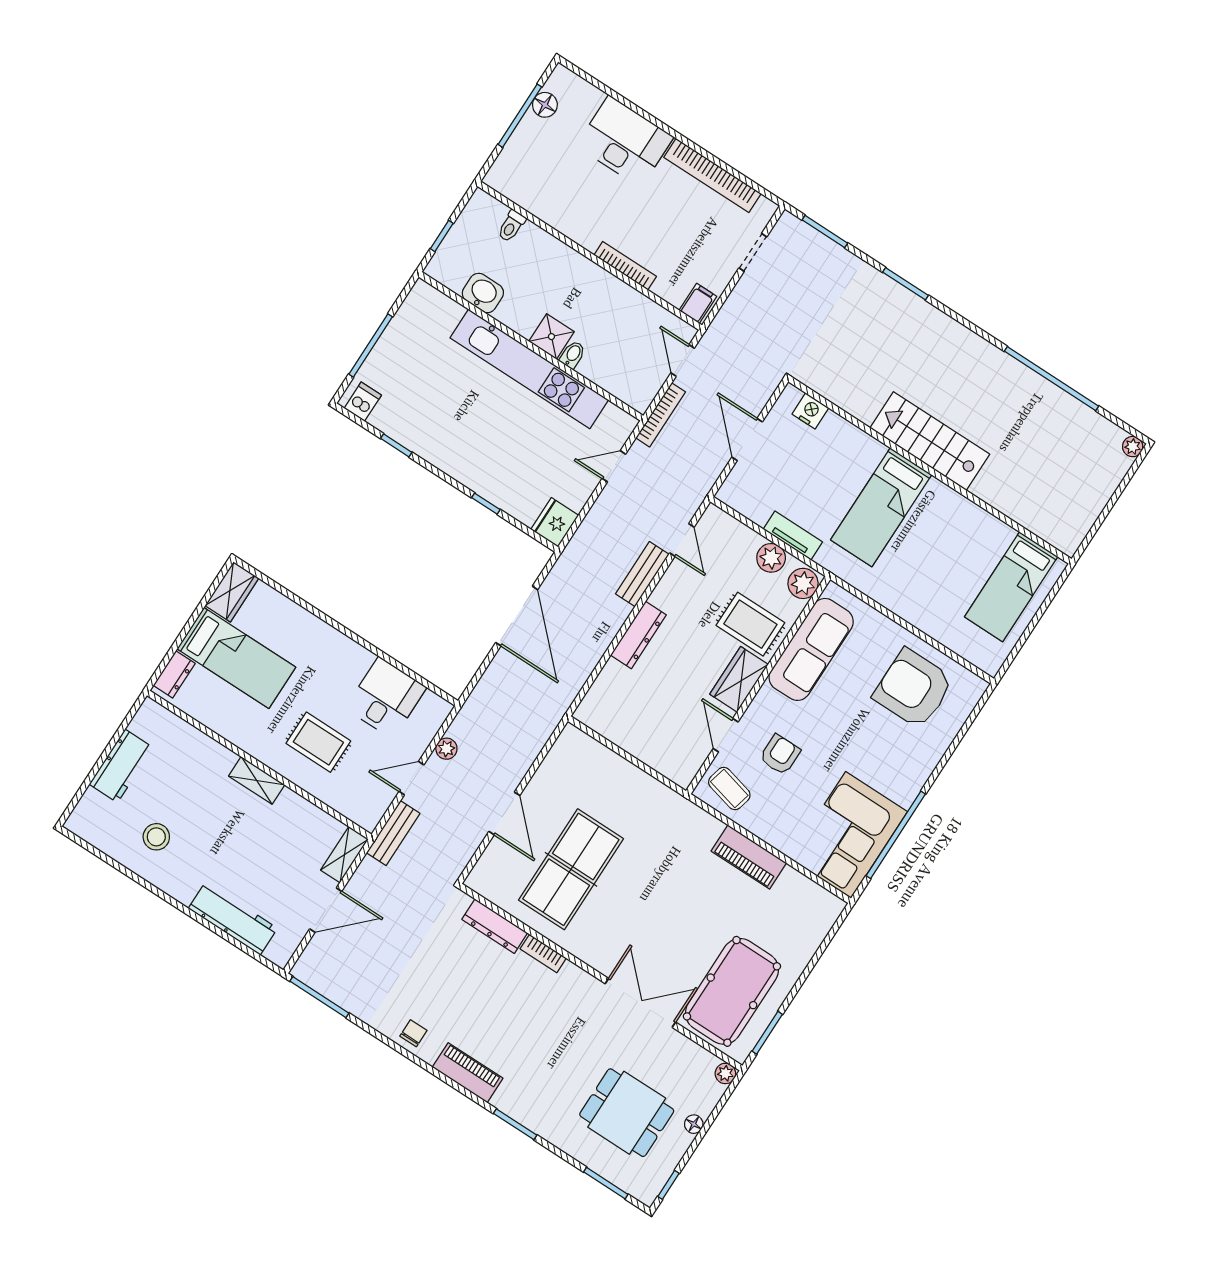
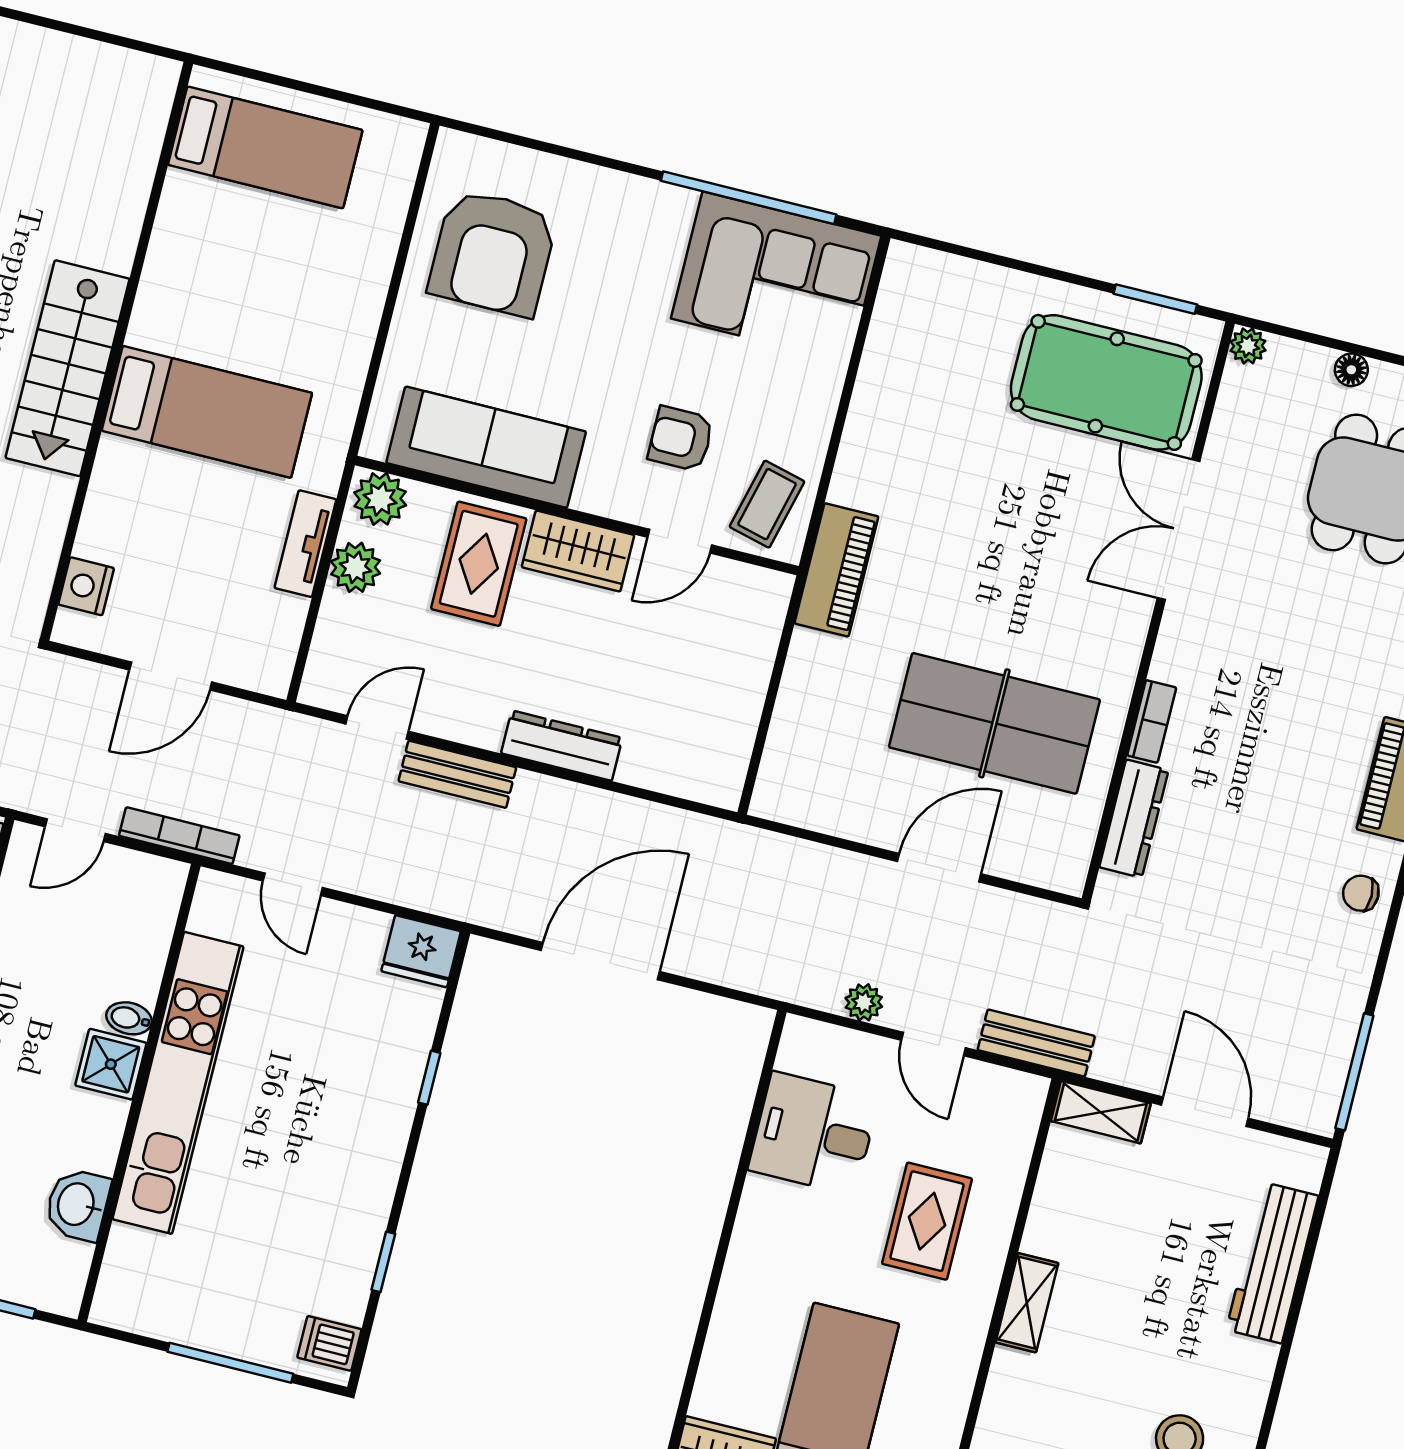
piano: (749, 857) -> (836, 570), moved

